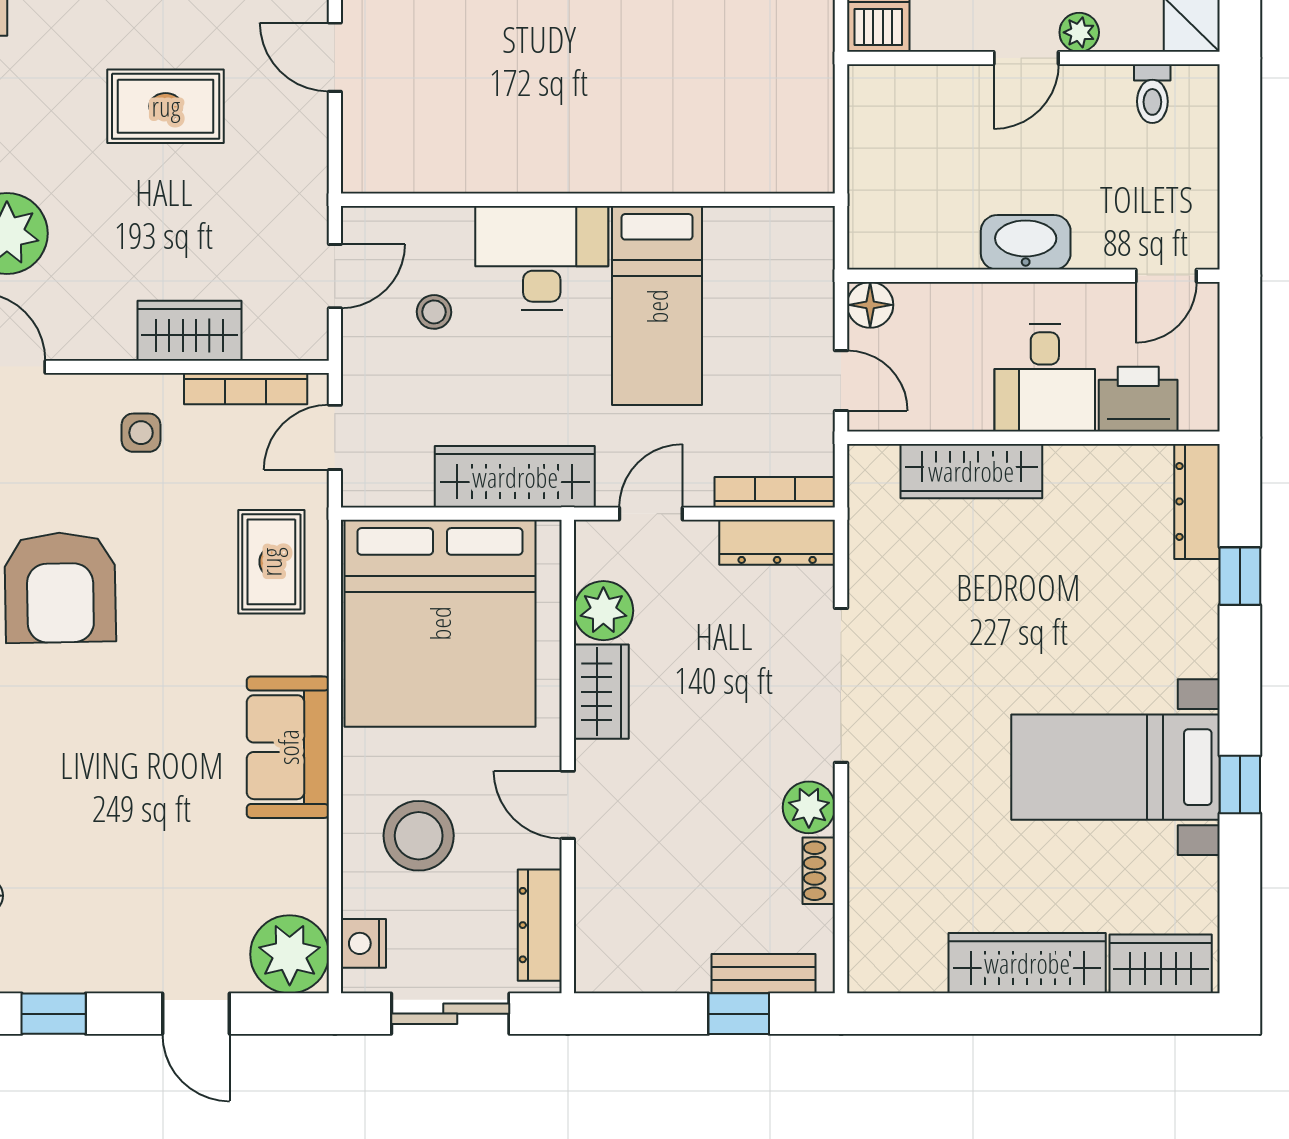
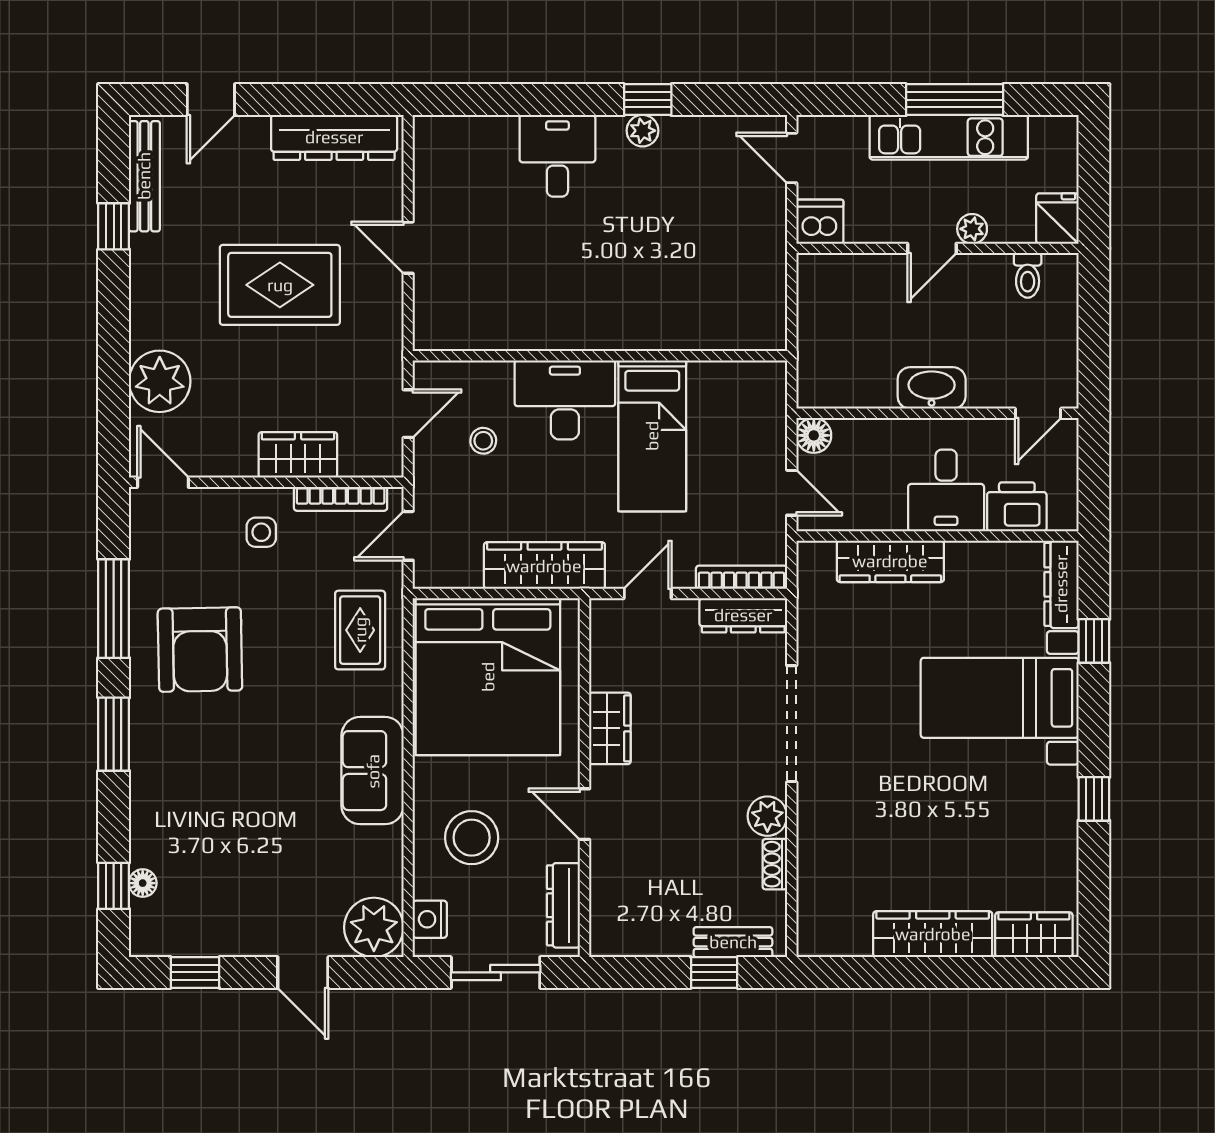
rug: (166, 106) -> (280, 285), width x1.36, depth x1.43
plant: (603, 611) -> (612, 667), removed
bed with nightstands: (1115, 767) -> (1000, 698), moved

